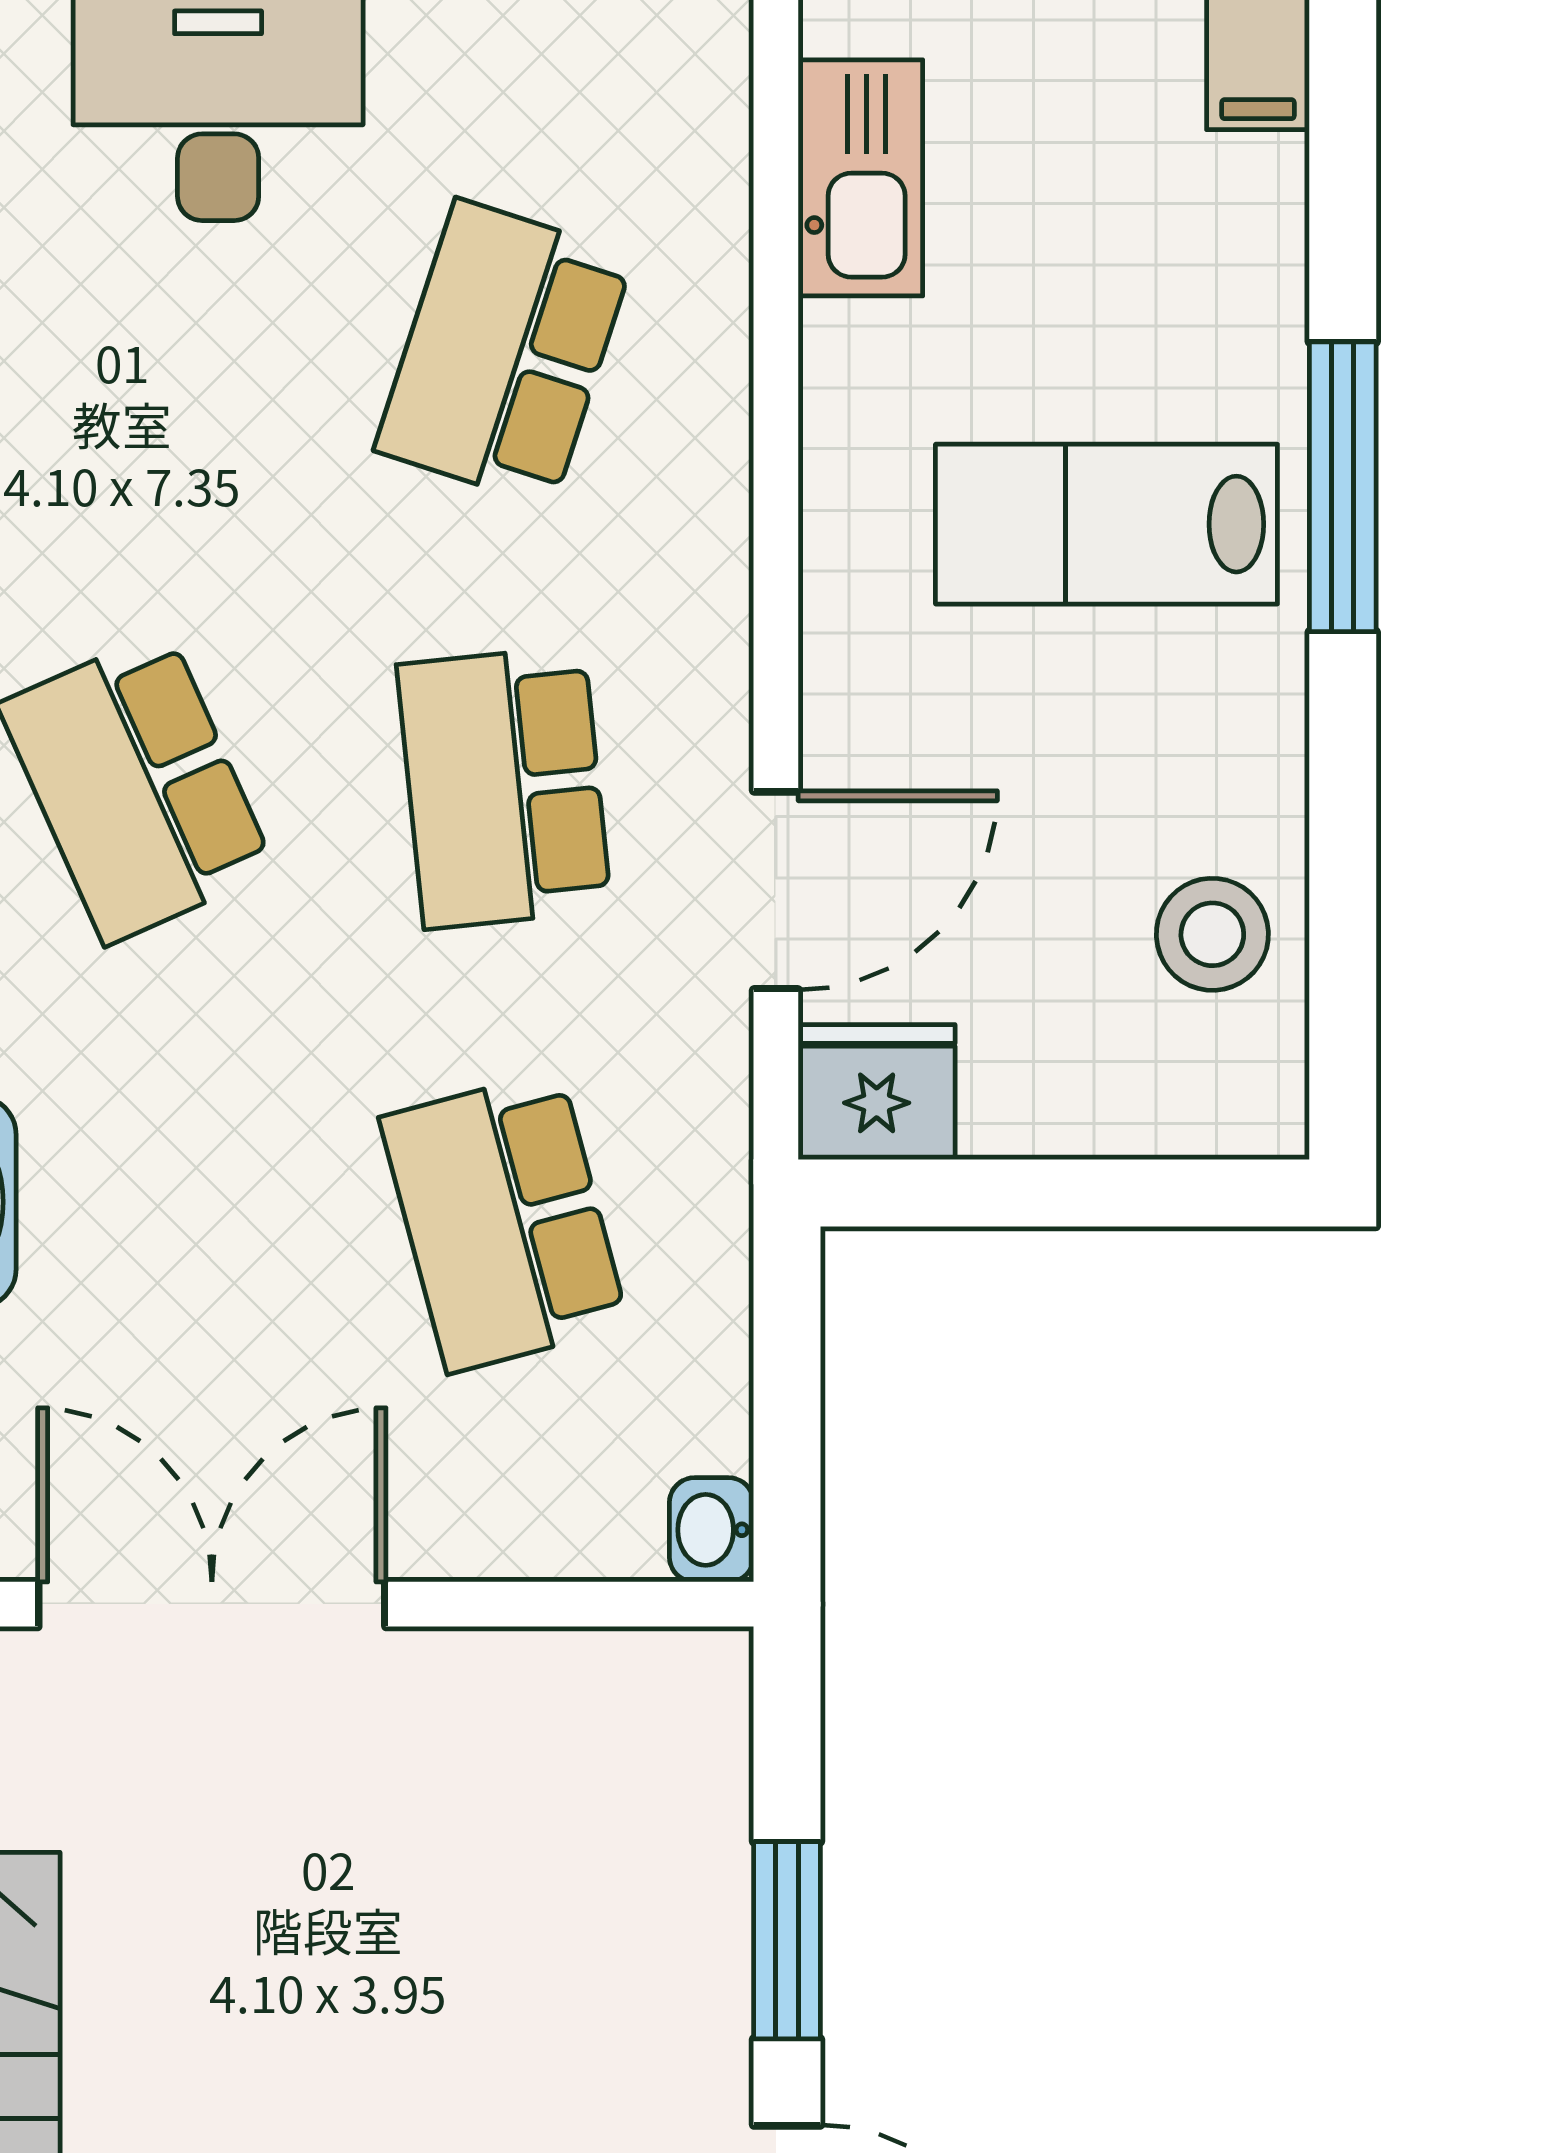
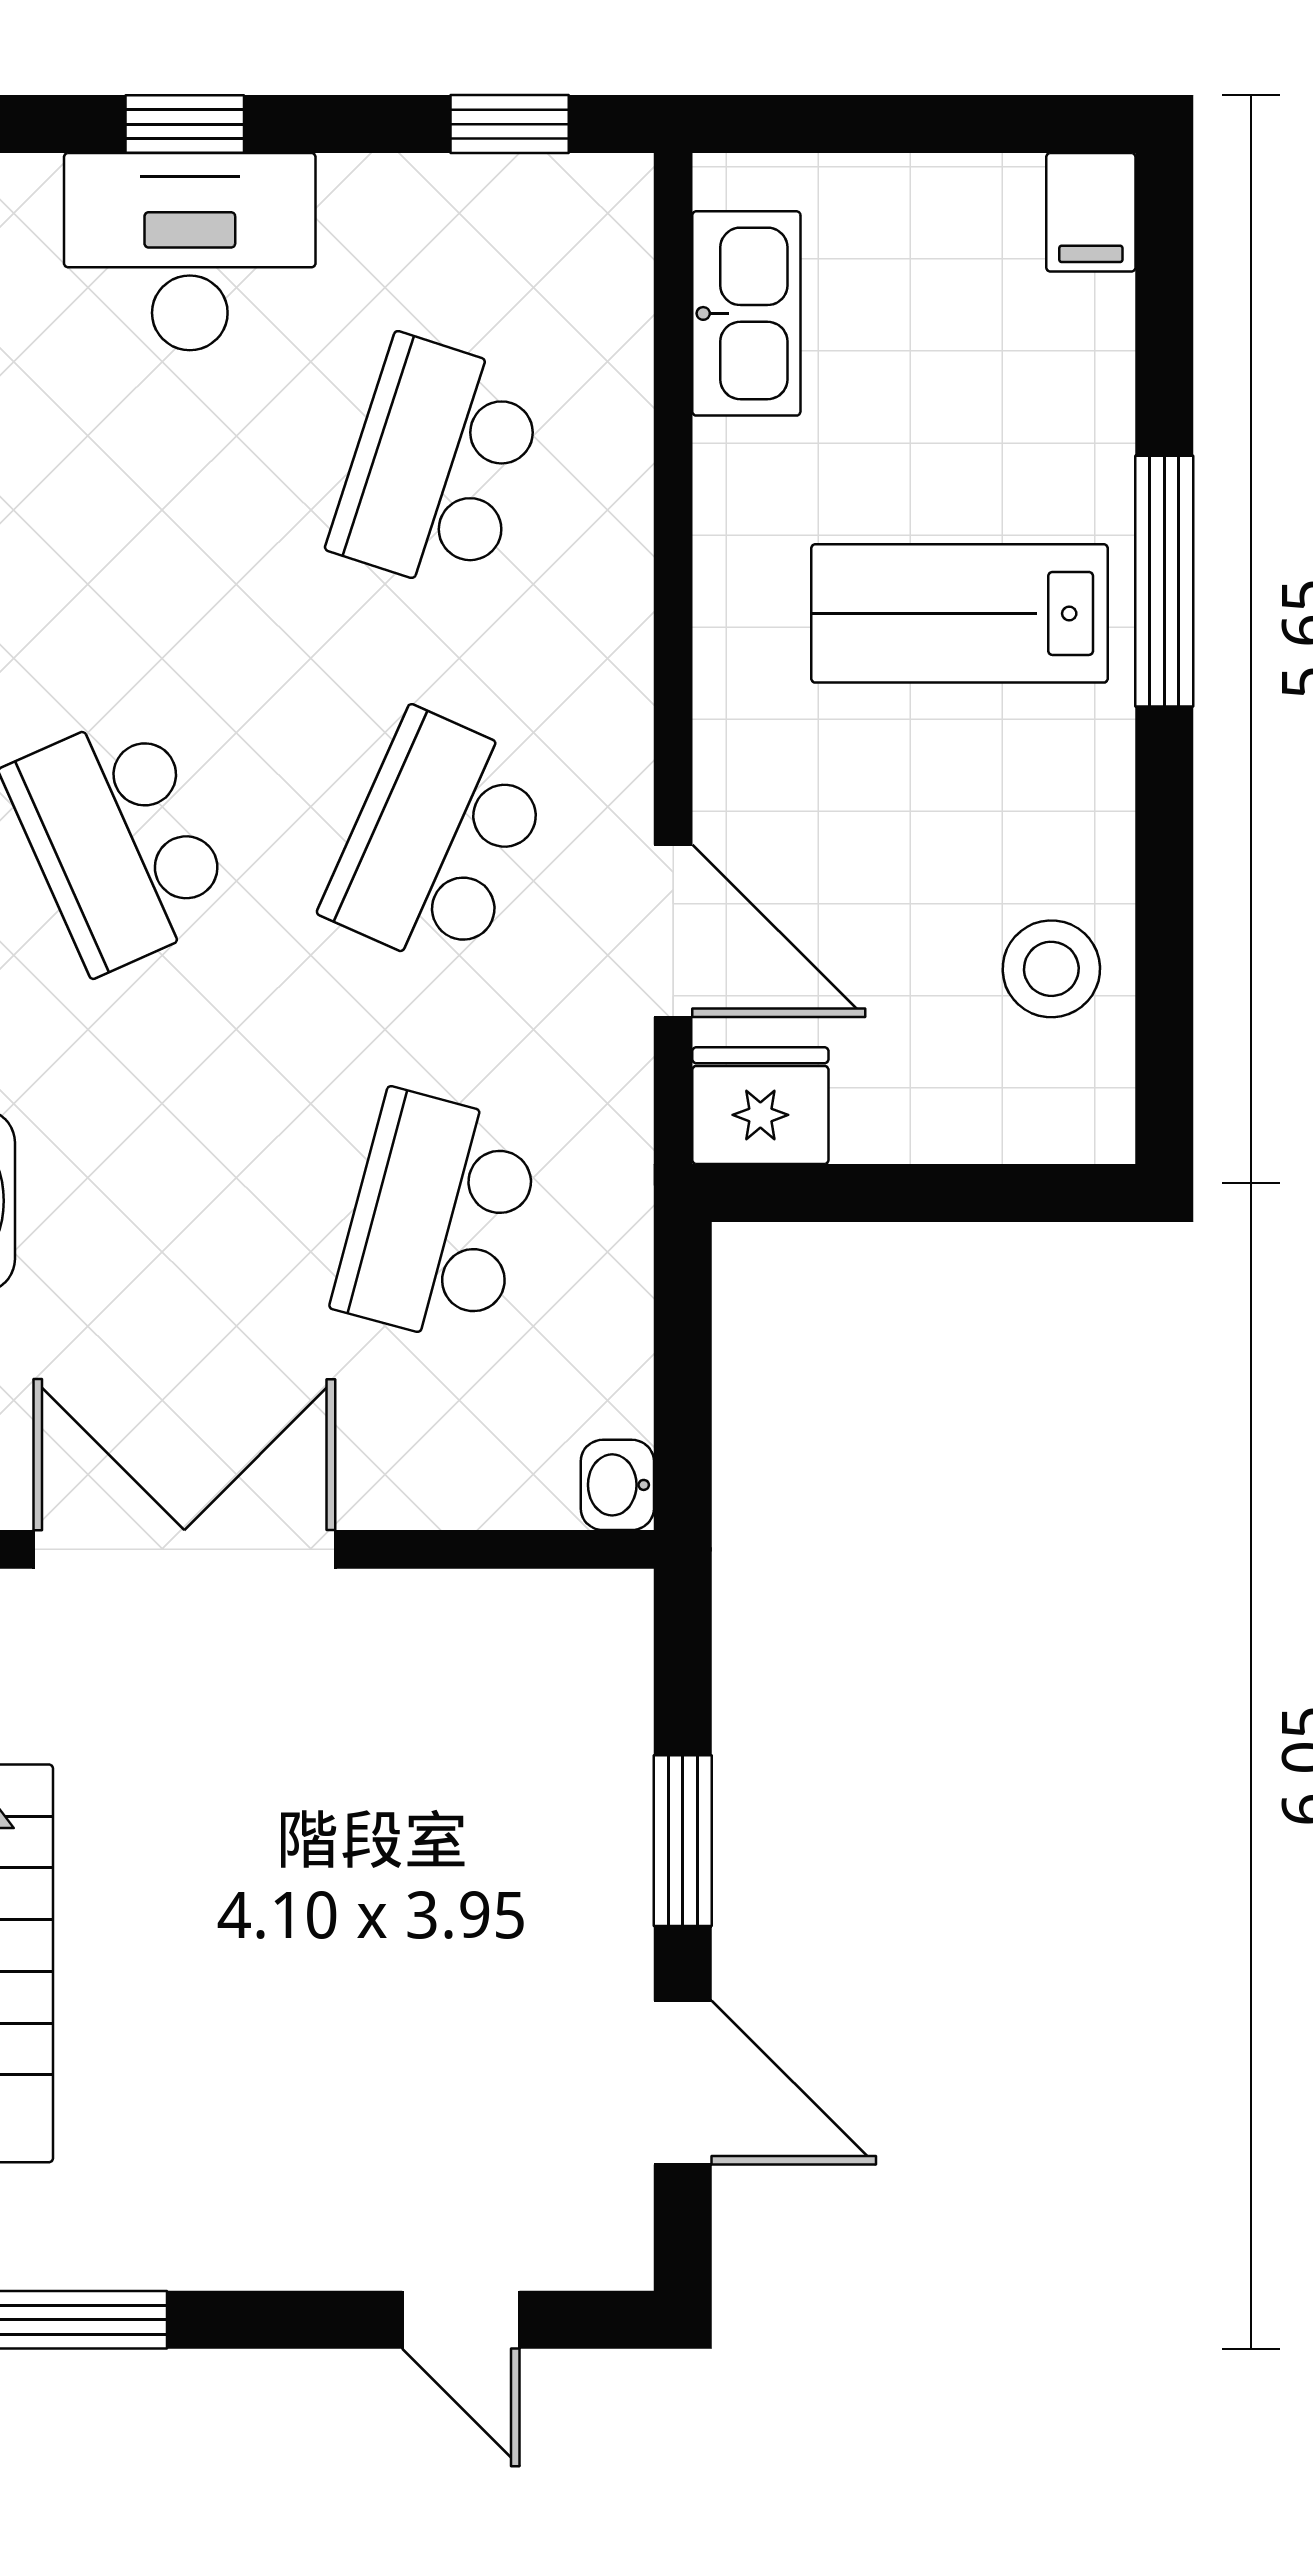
school desk: (504, 787) -> (438, 842), turned 30
door: (776, 890) -> (673, 931), hinge flipped
school desk: (504, 1222) -> (438, 1218), turned 30

